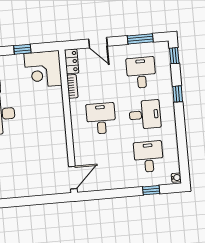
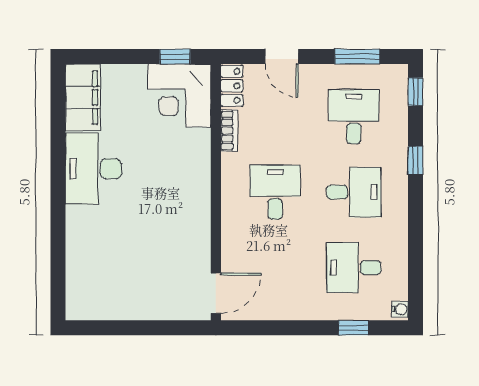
window: (22, 49) -> (175, 57), moved
desk: (148, 157) -> (354, 268), turned -90

